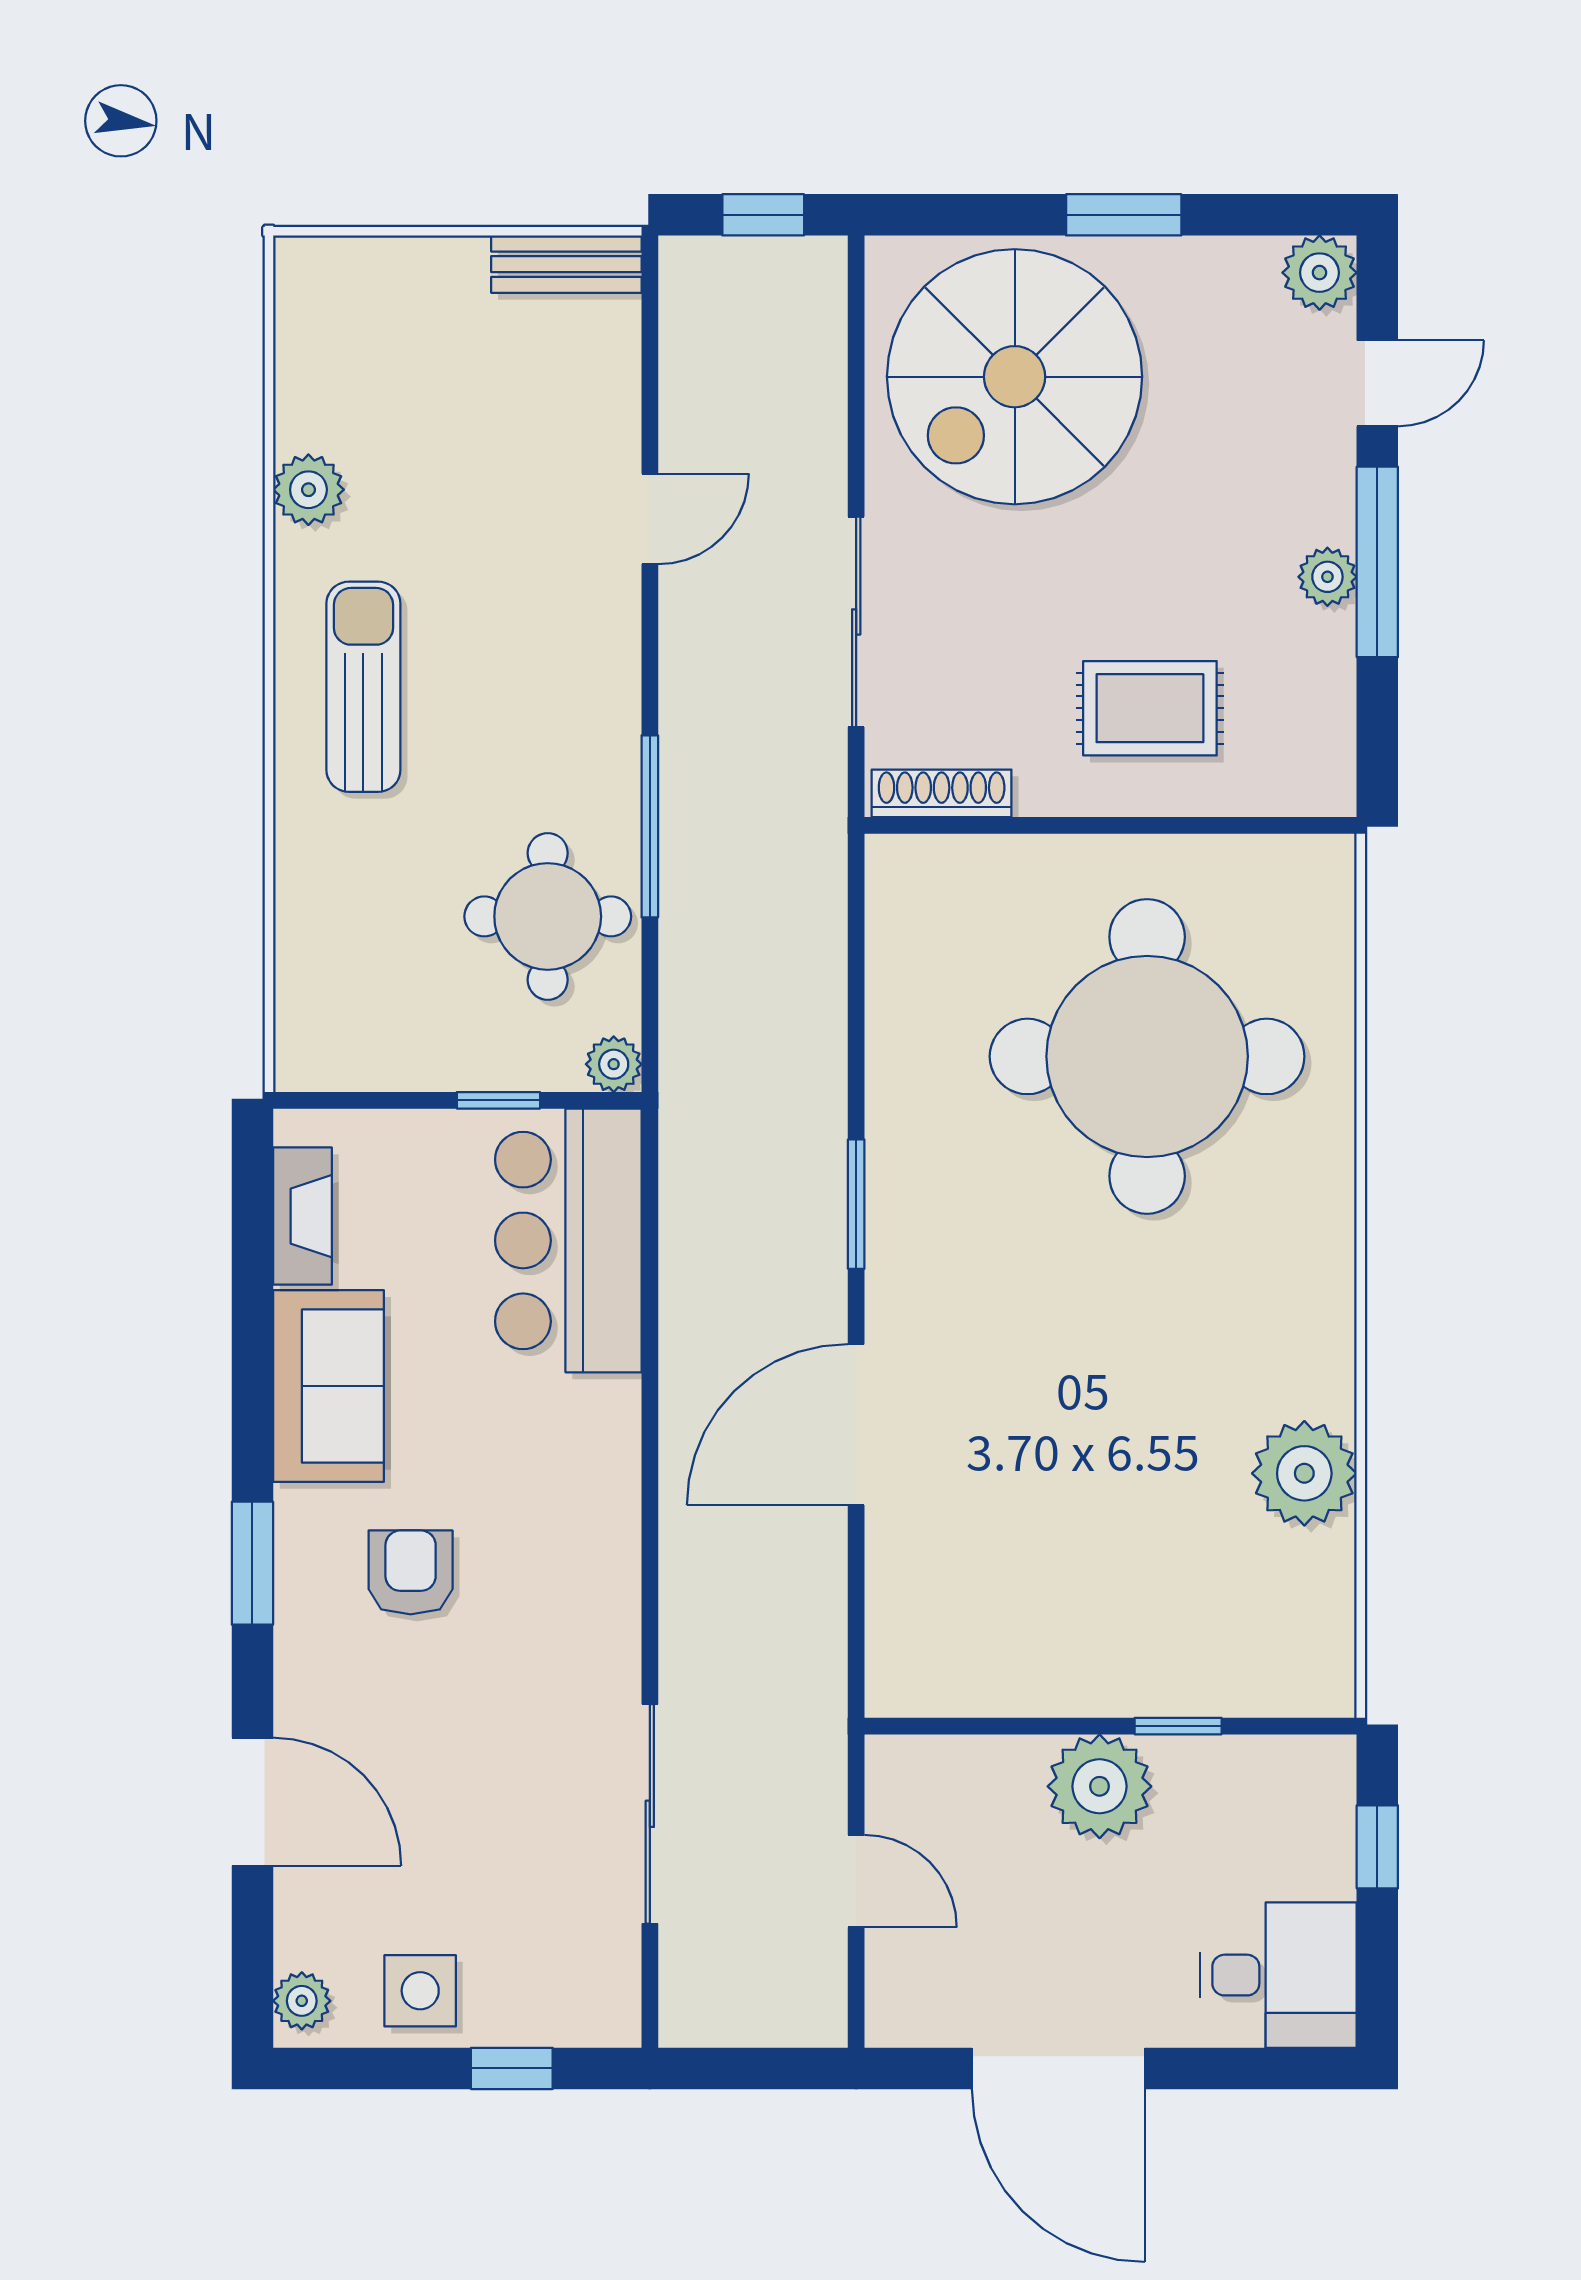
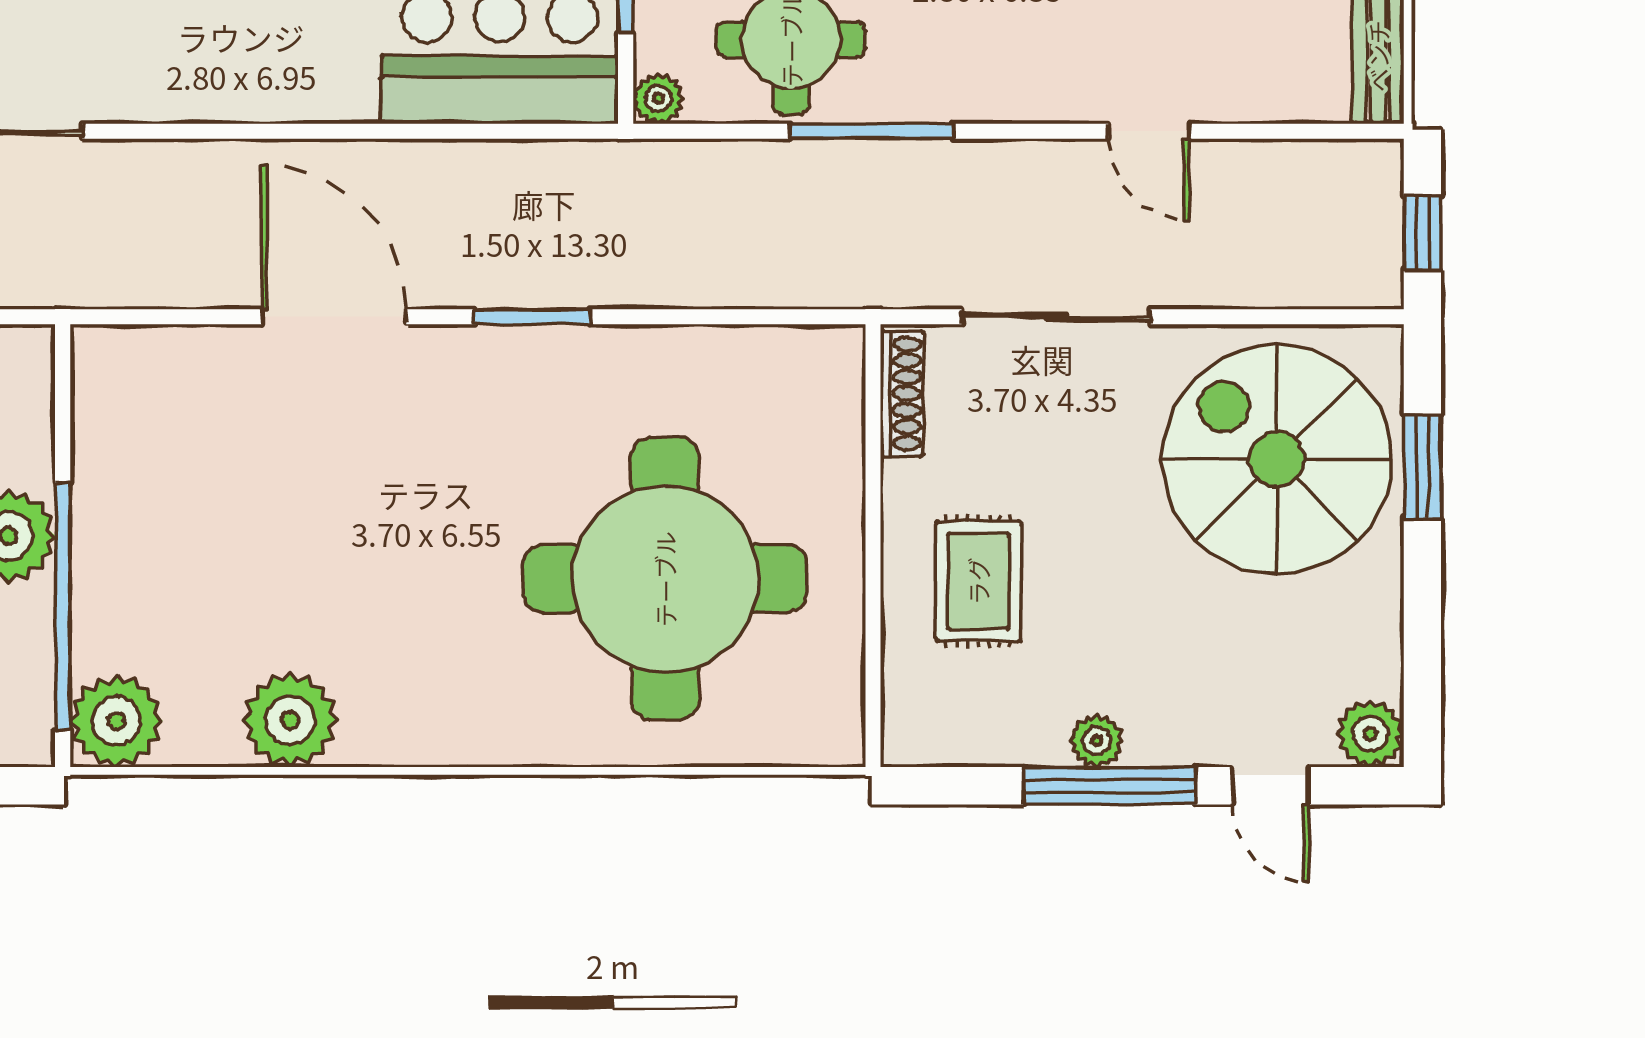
window: (1124, 215) -> (1422, 467), moved
plant: (1305, 1666) -> (116, 721), added
window: (1178, 1726) -> (63, 606), width x3.17

